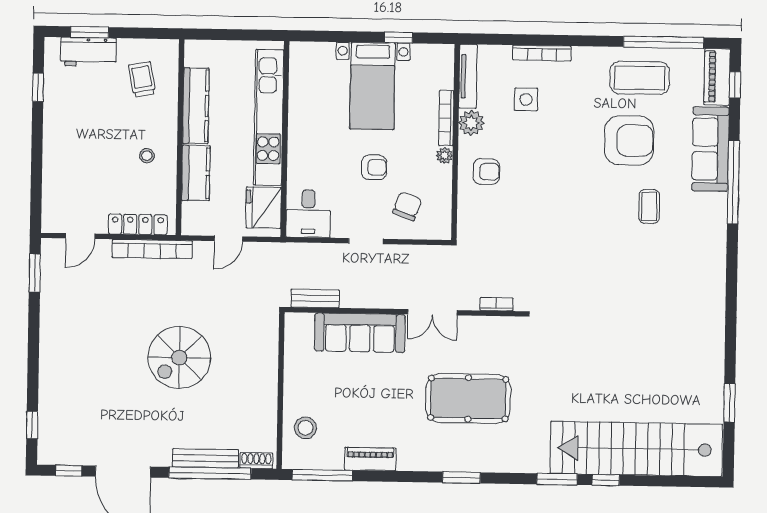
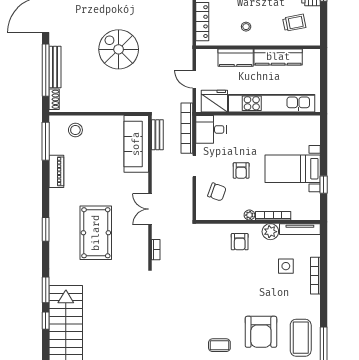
bookcase: (152, 249) -> (187, 128), moved
sofa: (360, 333) -> (136, 144), moved

